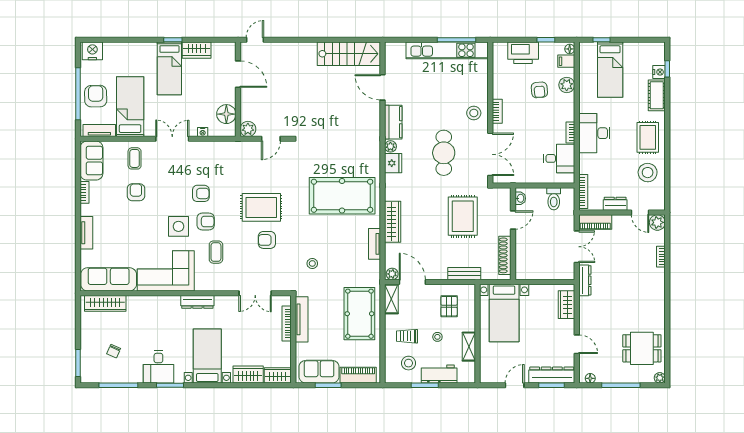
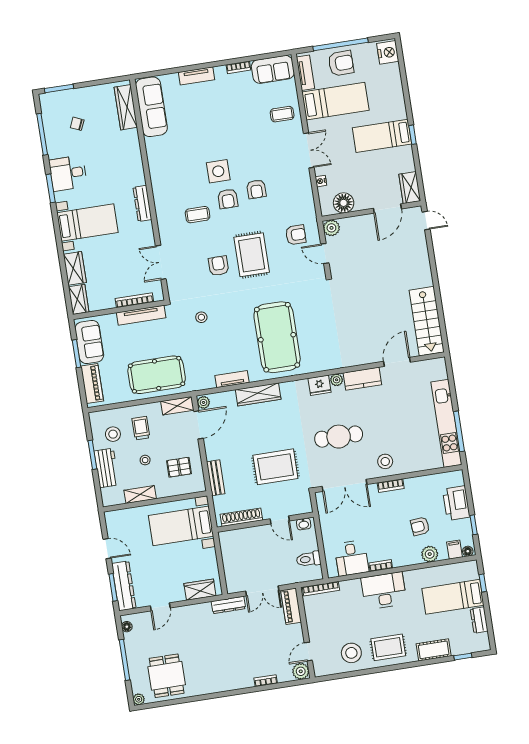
wardrobe: (197, 50) -> (410, 188), moved
nightstand: (659, 72) -> (458, 648), removed
armchair: (136, 192) -> (296, 235), moved
dresser: (615, 204) -> (479, 620), moved, turned 180
corner sofa: (166, 271) -> (170, 165), removed

